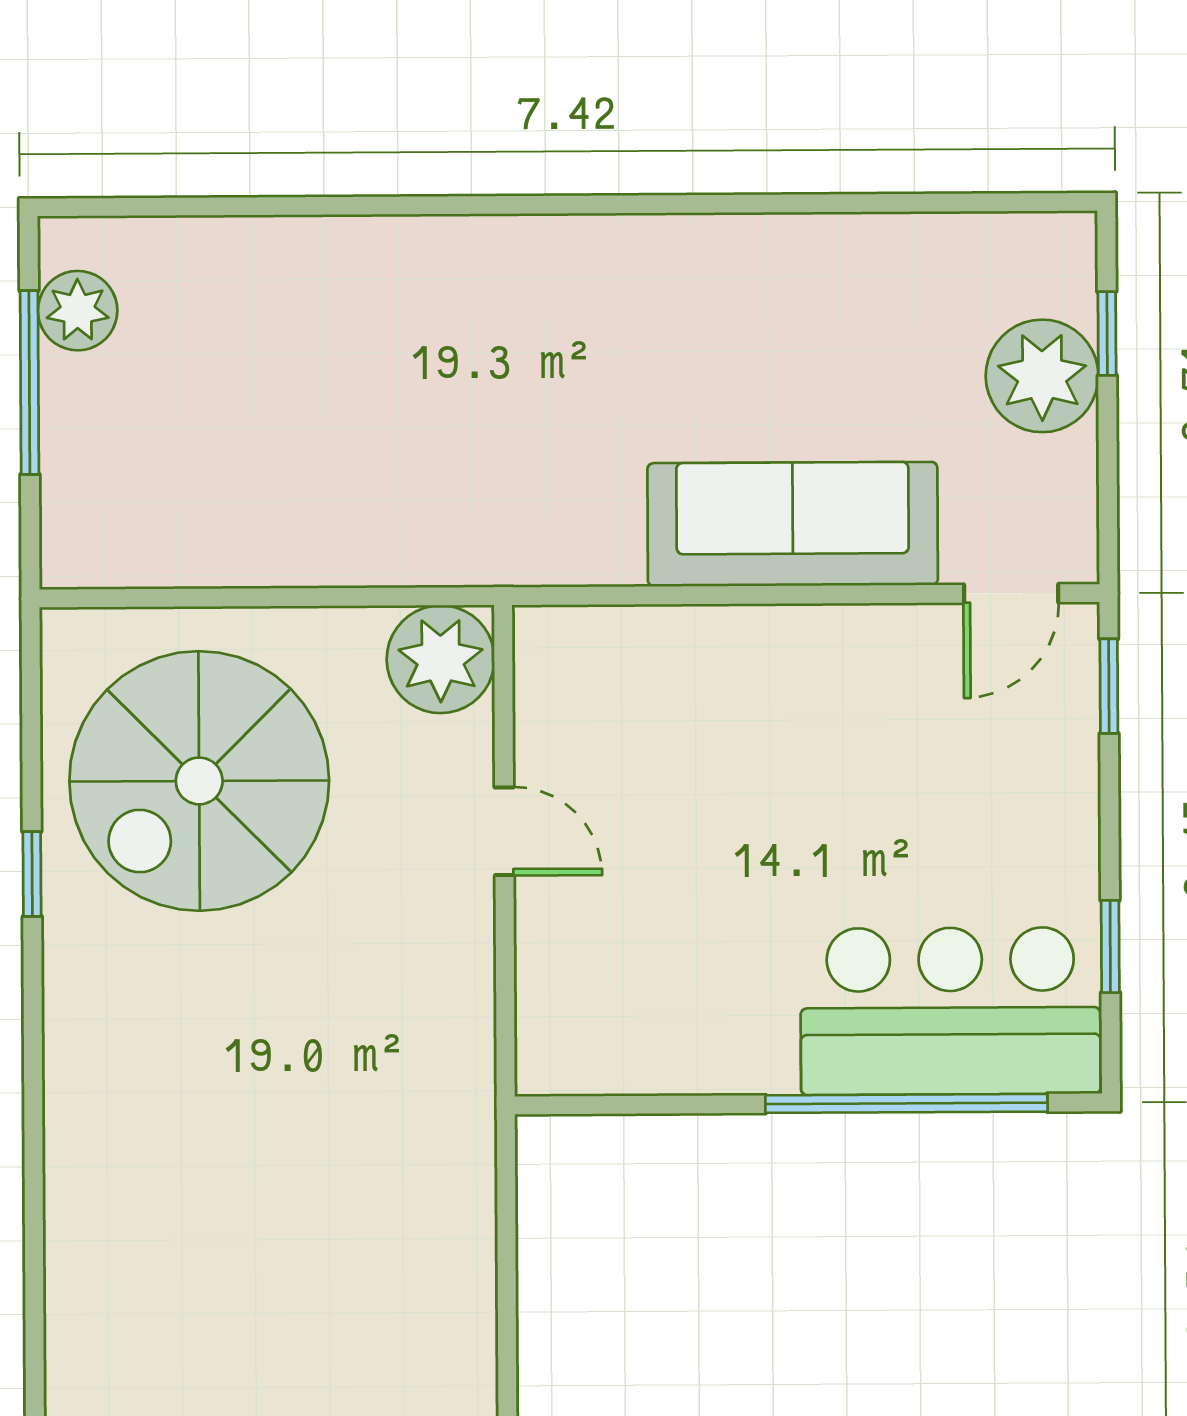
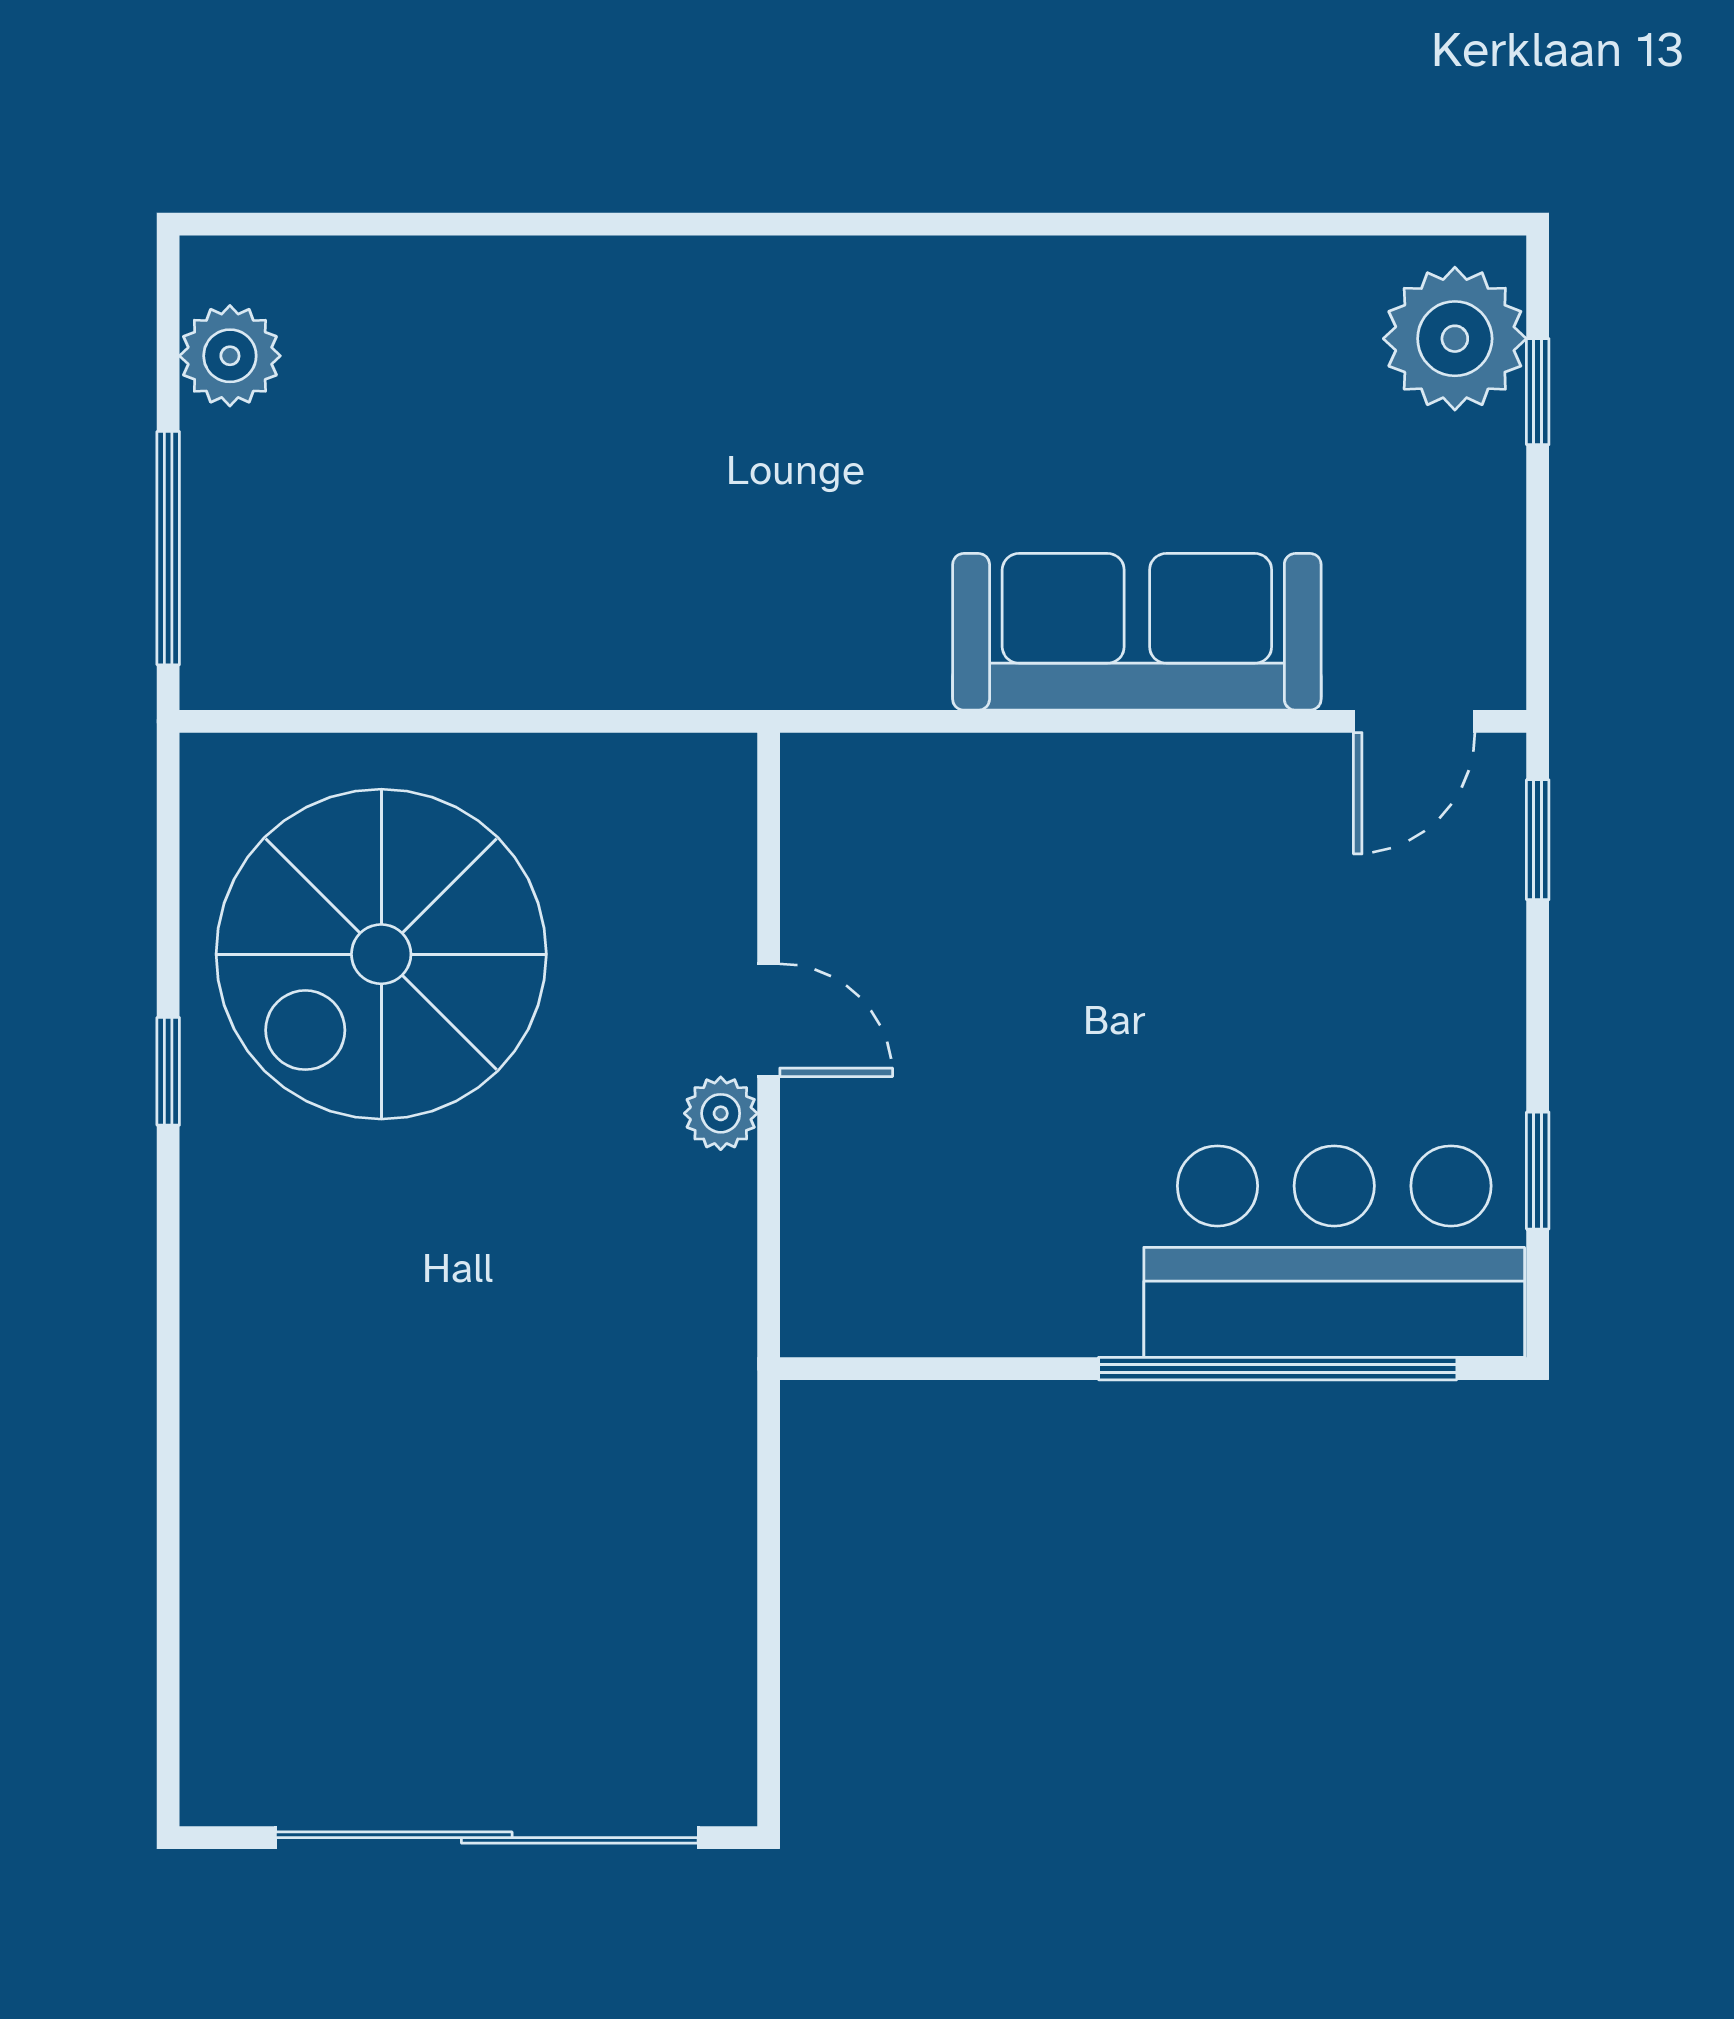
plant: (1042, 376) -> (1455, 339), moved
window: (29, 383) -> (168, 548), moved
plant: (441, 659) -> (721, 1113), moved, width x0.53, depth x0.53

